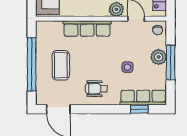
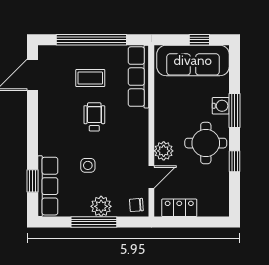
row of seats: (87, 28) -> (138, 77), moved
coffee table: (61, 65) -> (90, 78), width x0.73, depth x0.77
wheelchair: (96, 89) -> (94, 117), moved

